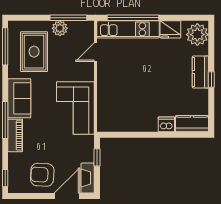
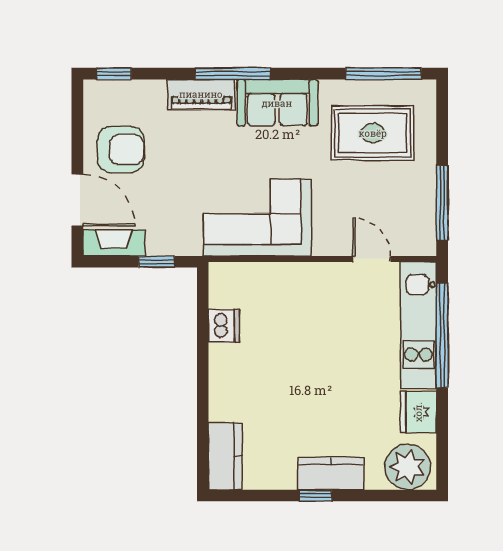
plant: (60, 28) -> (421, 186), removed
dishwasher: (166, 124) -> (224, 326), moved
armchair: (42, 175) -> (121, 150), turned 87

